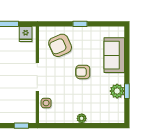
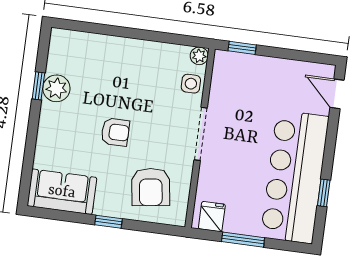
armchair: (60, 45) -> (151, 187), turned 106
sofa: (114, 55) -> (62, 192), moved, turned -90
plant: (82, 118) -> (199, 56), moved

